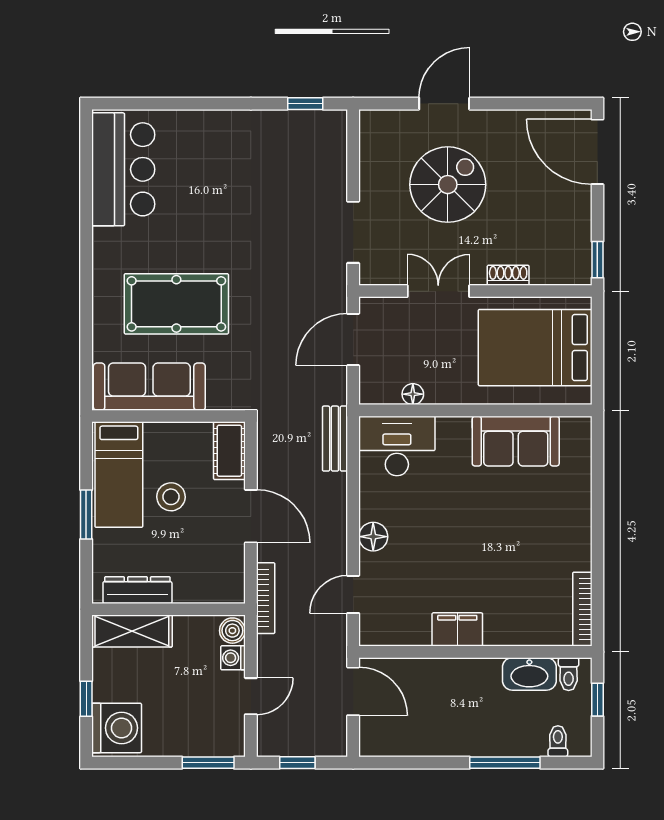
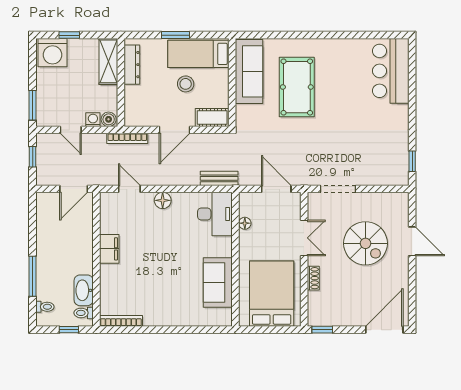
bar counter: (123, 169) -> (391, 71), moved, turned 90

